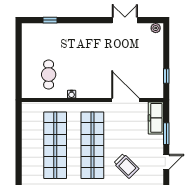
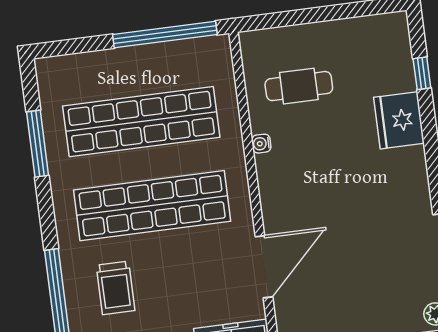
fridge: (69, 33) -> (399, 120), added
window: (19, 130) -> (165, 34), added
trolley: (126, 166) -> (116, 288), turned -45

